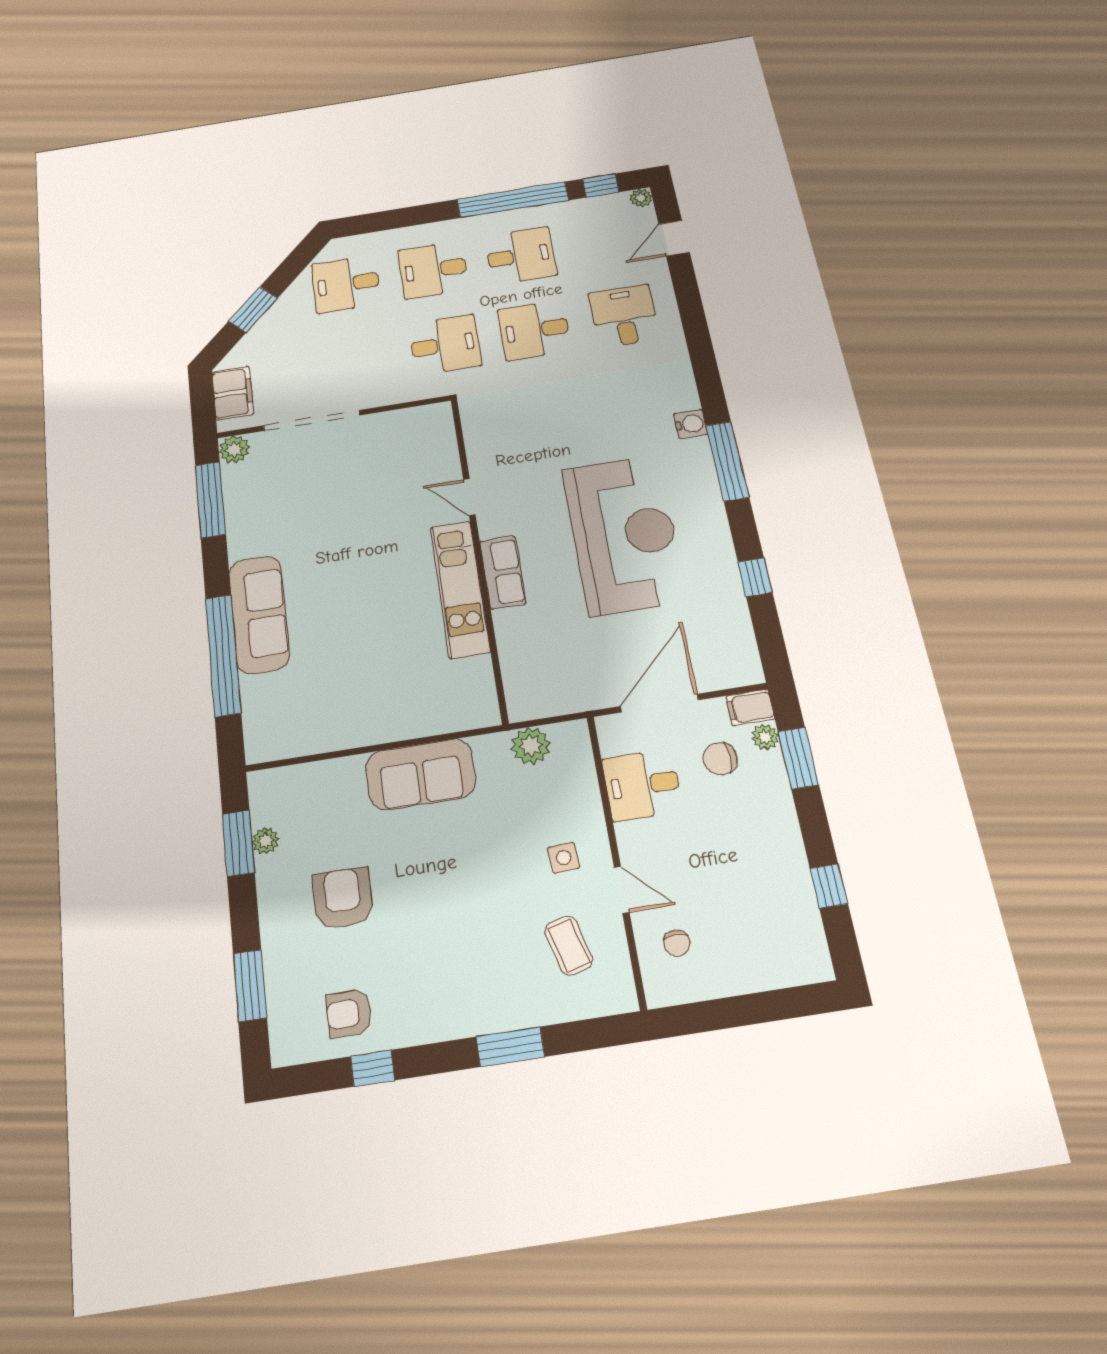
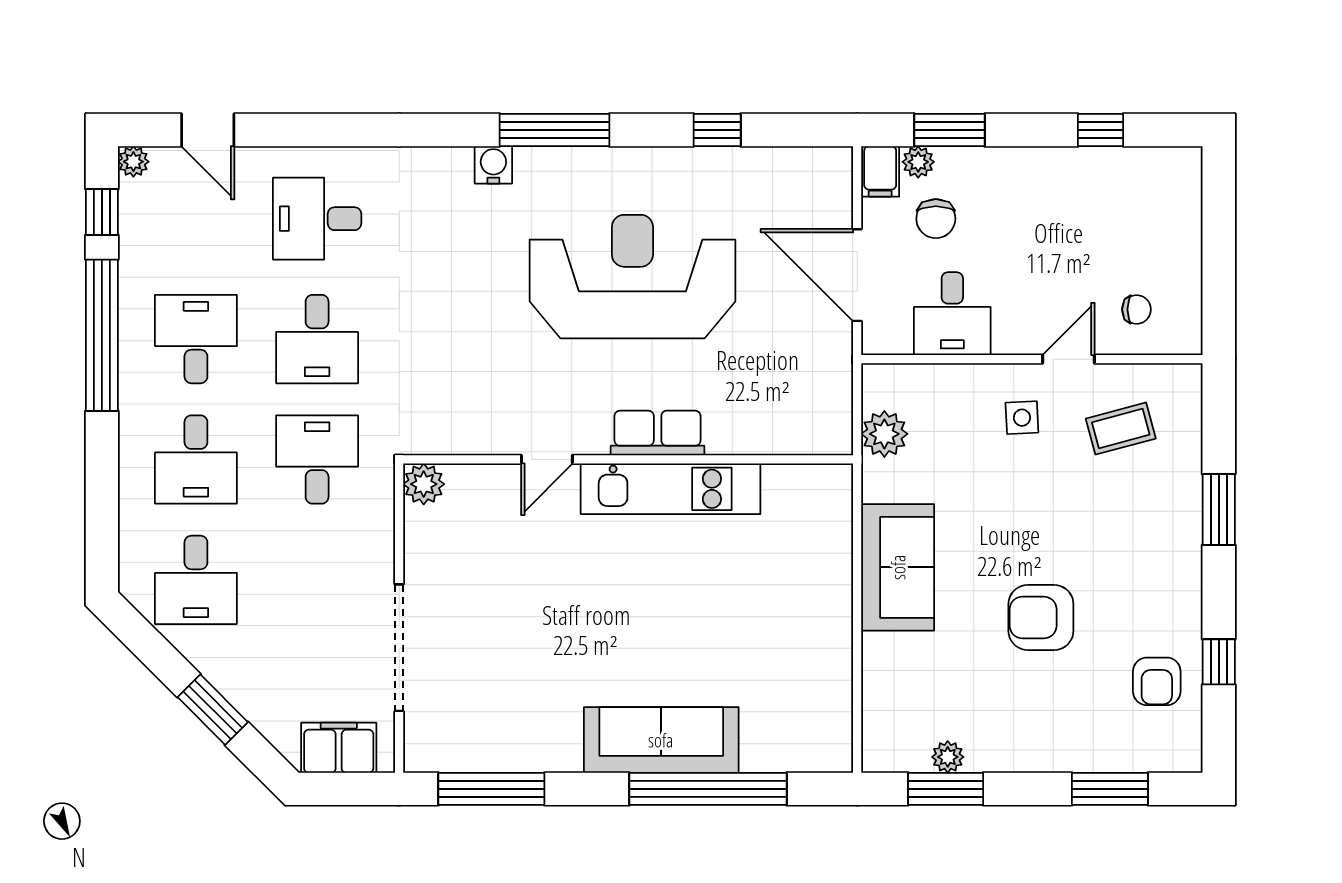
plant: (234, 449) -> (424, 484), moved
armchair: (343, 898) -> (1041, 617), moved

